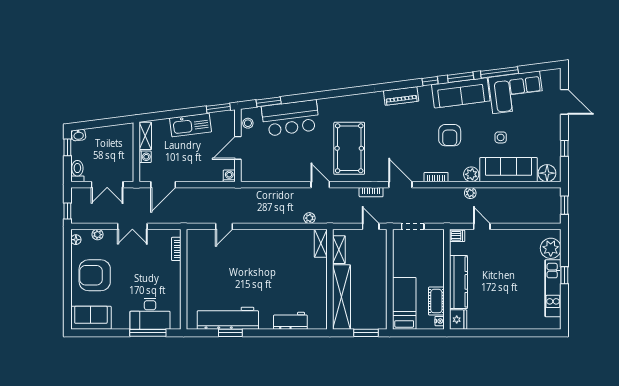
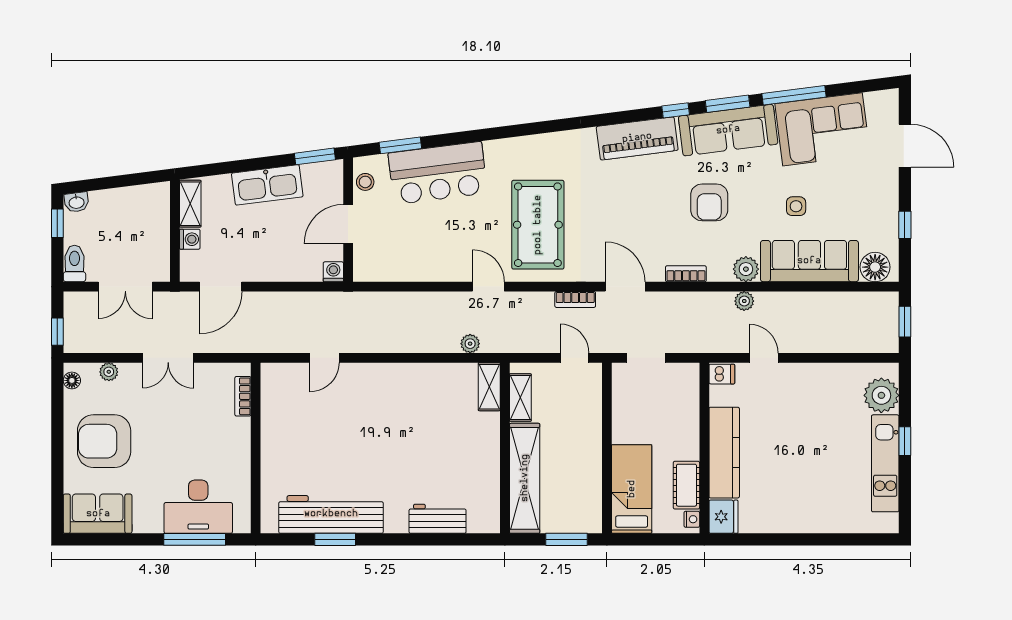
piano: (401, 96) -> (637, 138), width x1.37, depth x1.33

